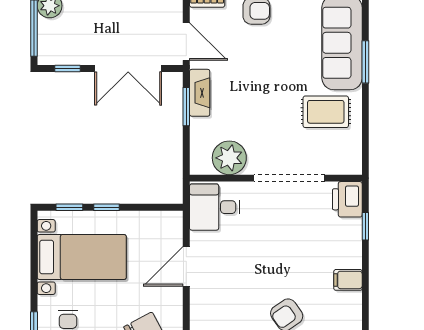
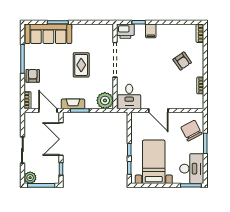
door: (186, 42) -> (48, 110), hinge flipped
double door: (128, 68) -> (61, 139), swing flipped
rug: (326, 112) -> (81, 65), moved
plant: (229, 158) -> (105, 100), moved
filing cabinet: (348, 280) -> (151, 31), moved

